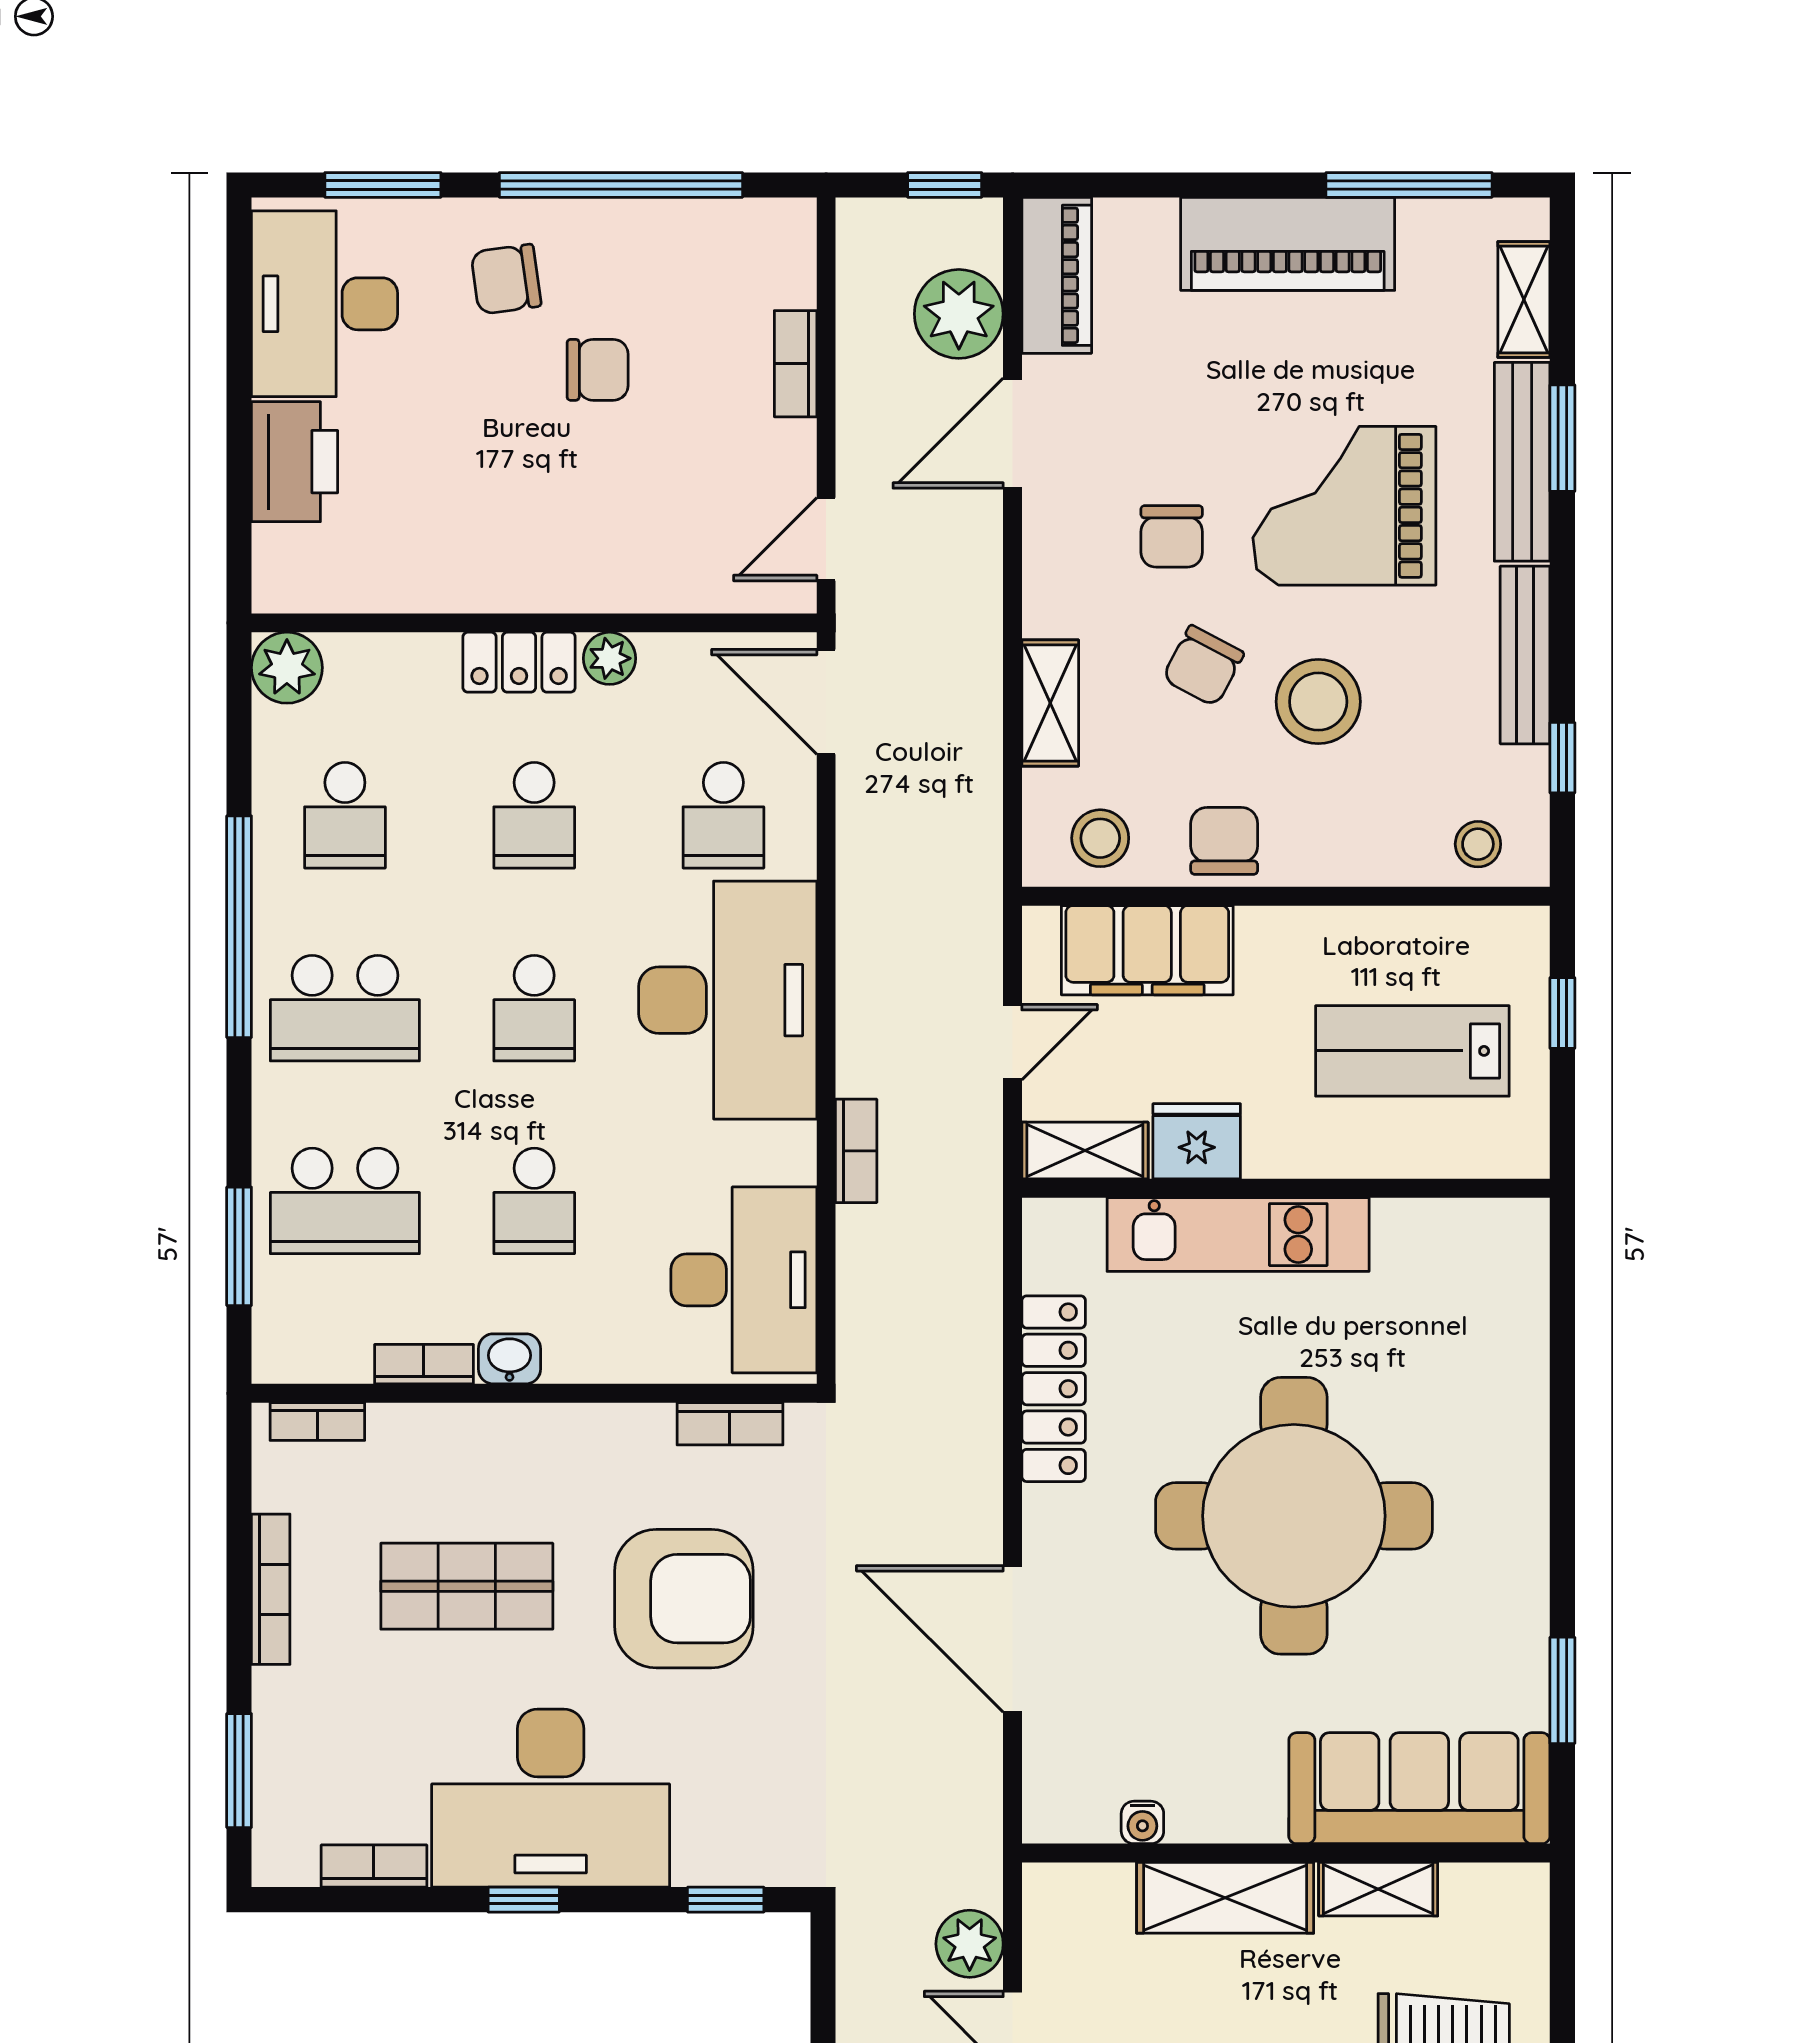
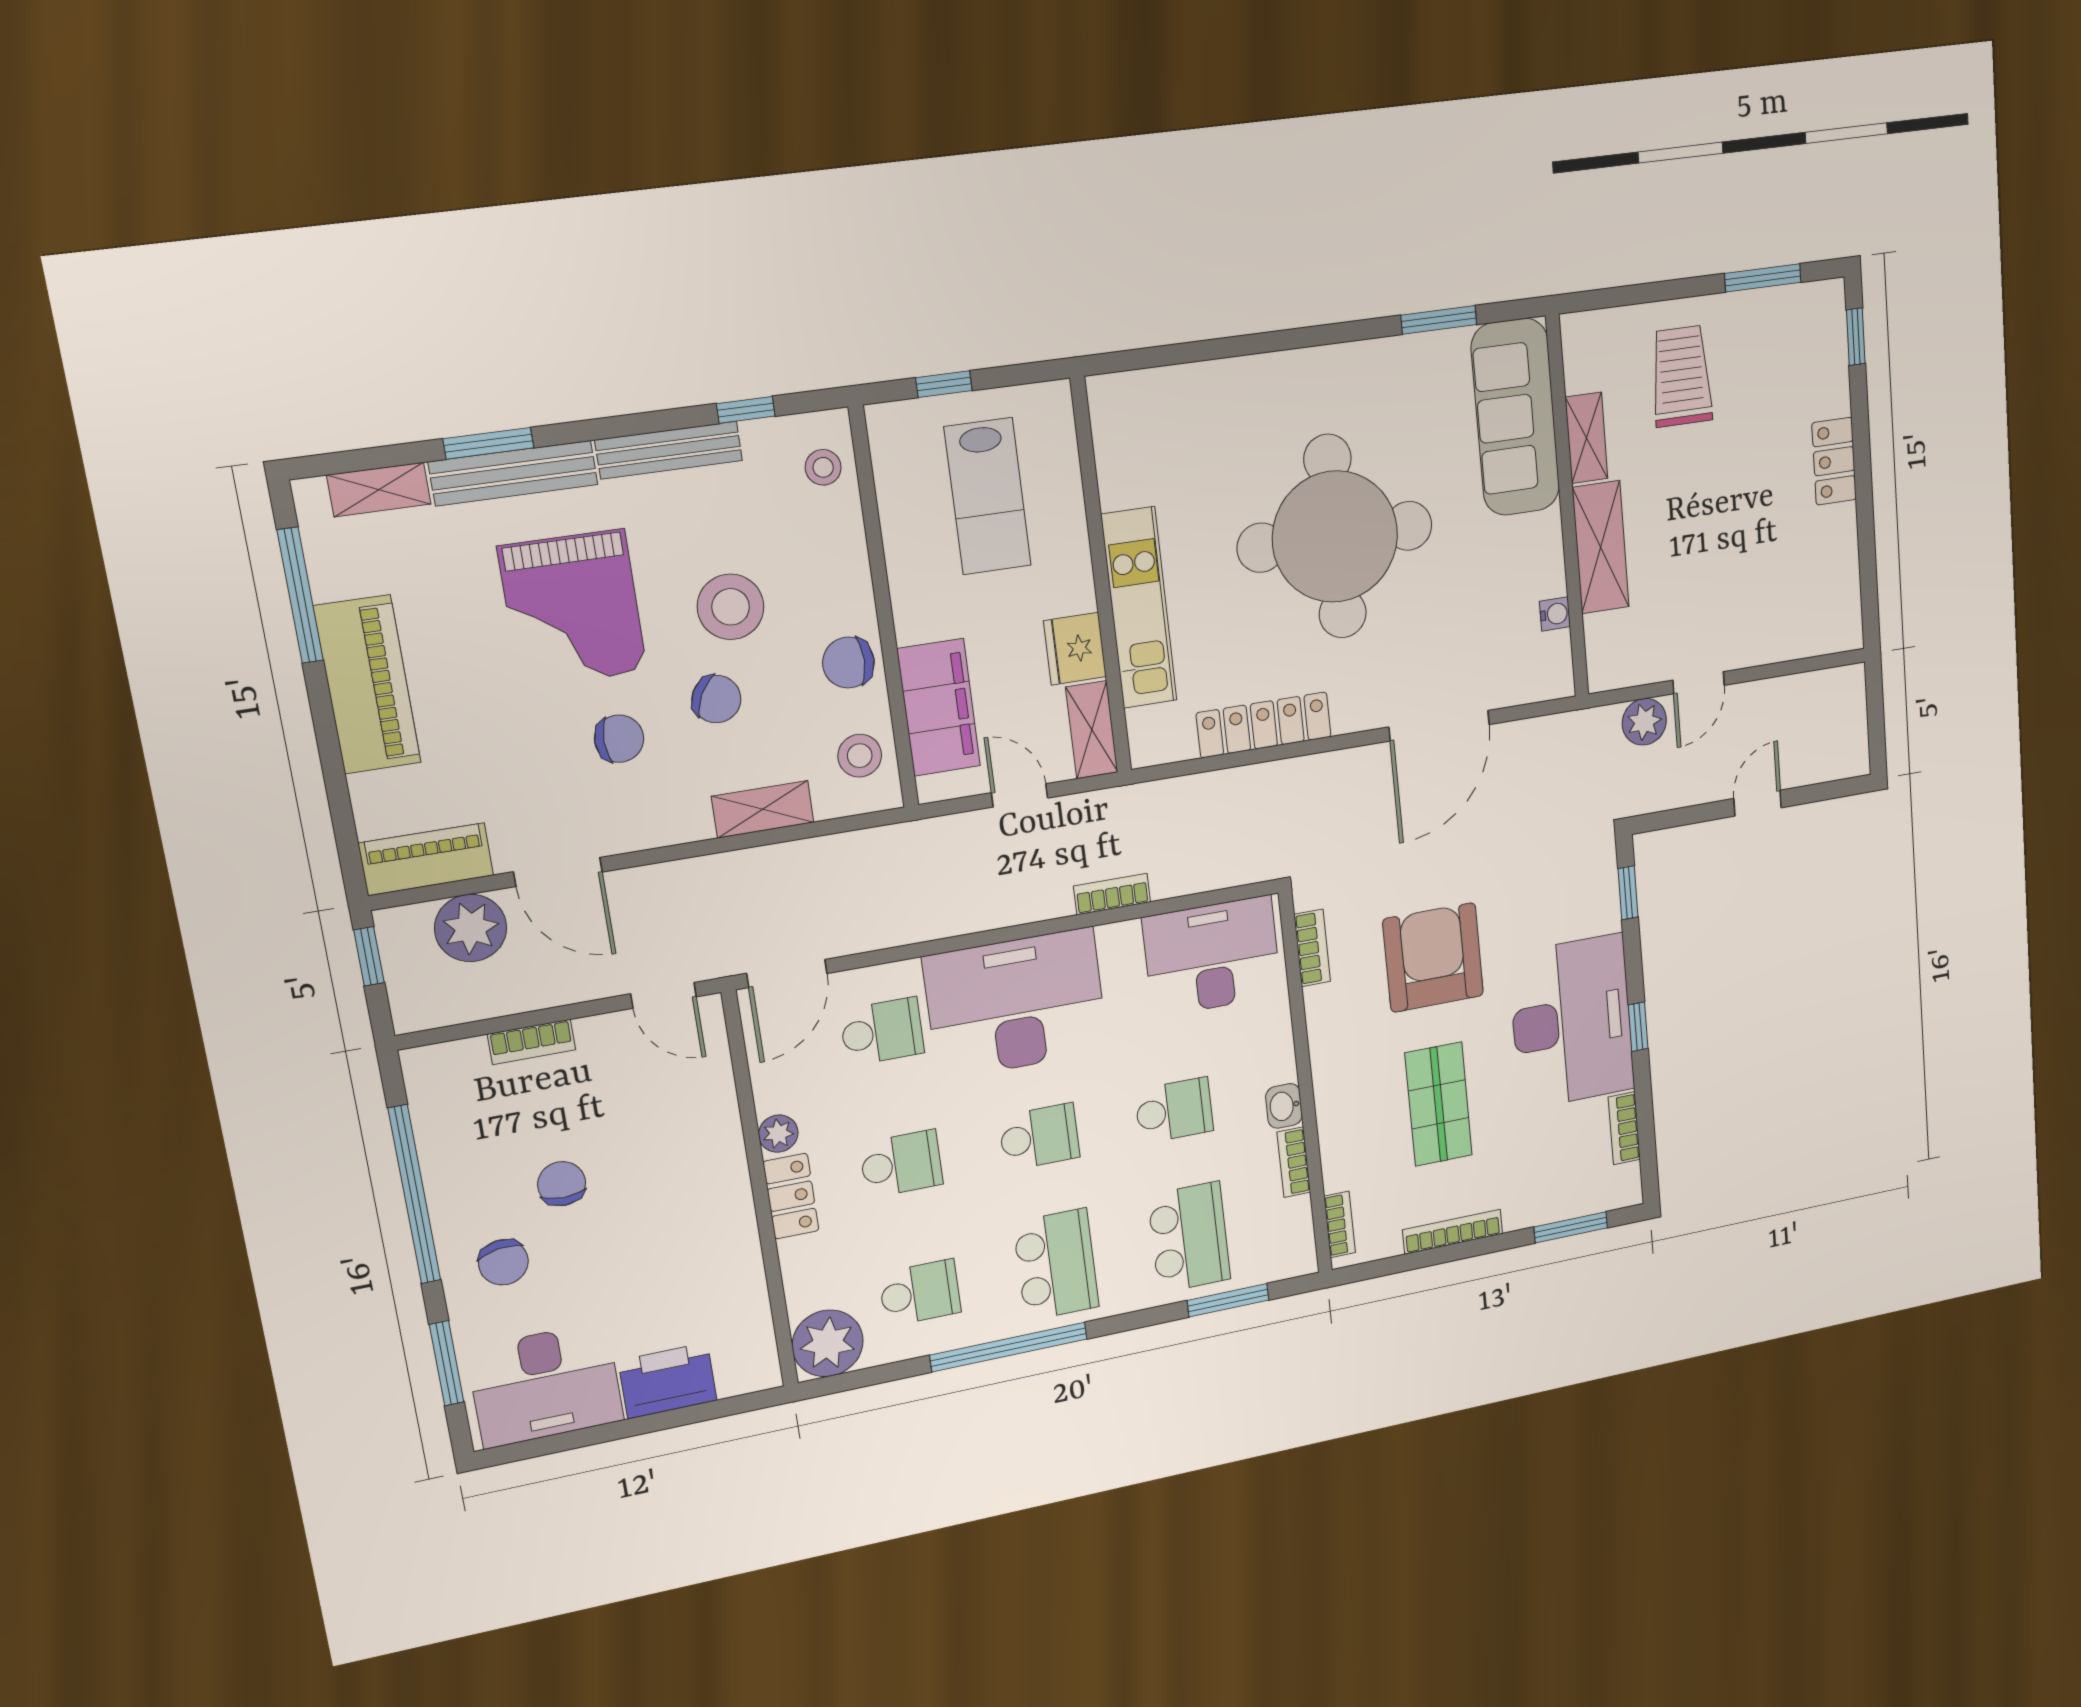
plant: (287, 668) -> (828, 1343), width x1.36, depth x1.36

